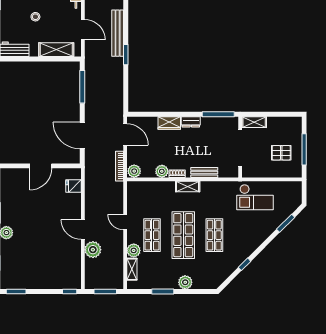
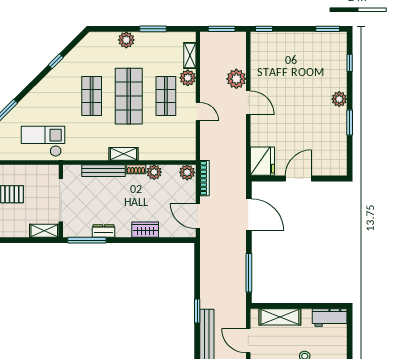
dresser: (191, 122) -> (104, 231), moved
bench: (204, 173) -> (104, 171), width x1.36
fridge: (74, 186) -> (262, 161), width x1.88, depth x1.34

